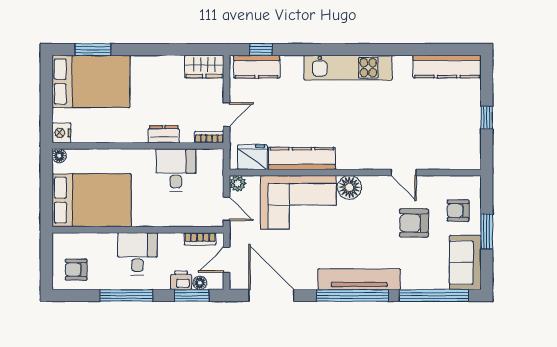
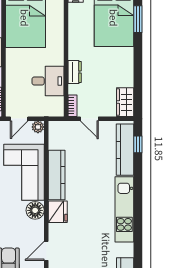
kitchen counter: (257, 67) -> (125, 150), width x1.50
fridge: (252, 157) -> (58, 212), moved

